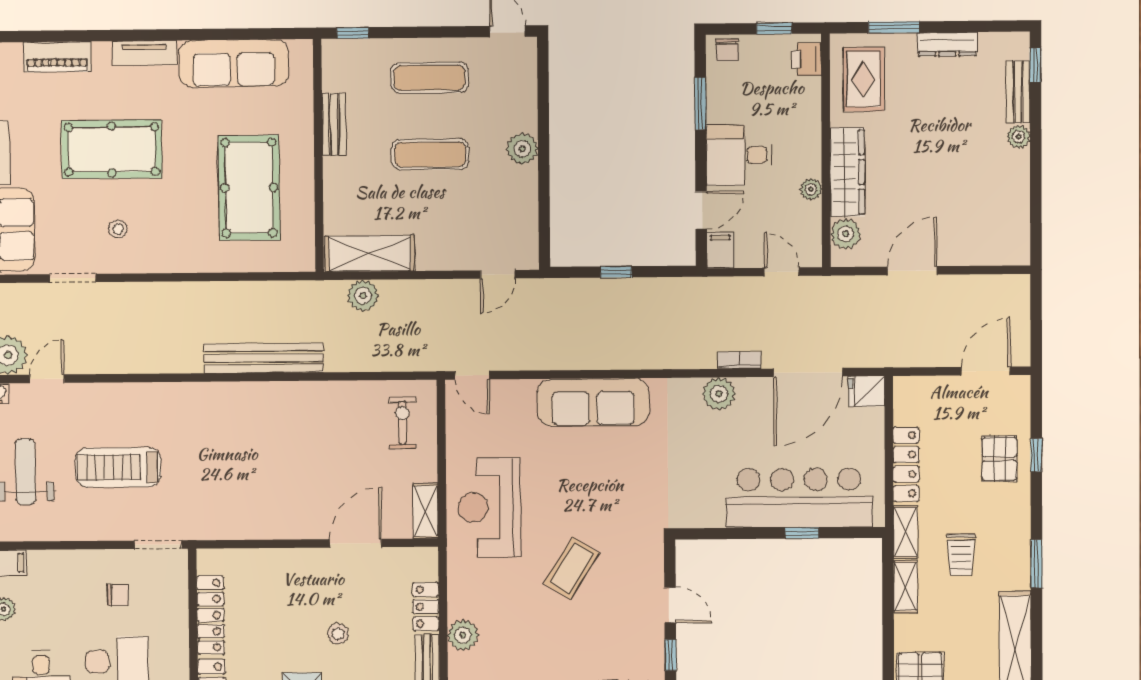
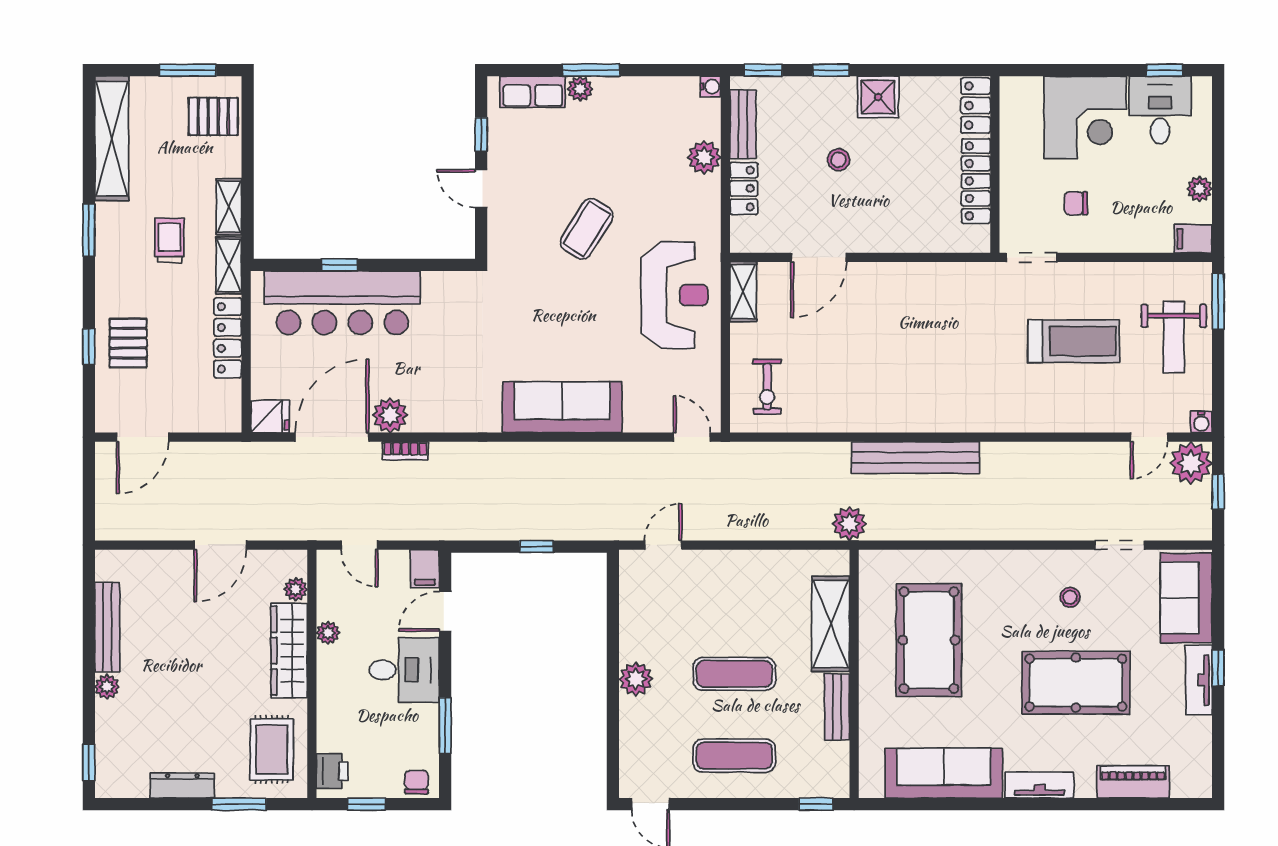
bench: (1018, 92) -> (107, 627), moved, width x1.36
plant: (846, 234) -> (296, 589), width x0.73, depth x0.73
shelving: (370, 254) -> (831, 624), moved, turned 90
plant: (363, 296) -> (849, 524), moved
plant: (719, 394) -> (390, 415), moved

